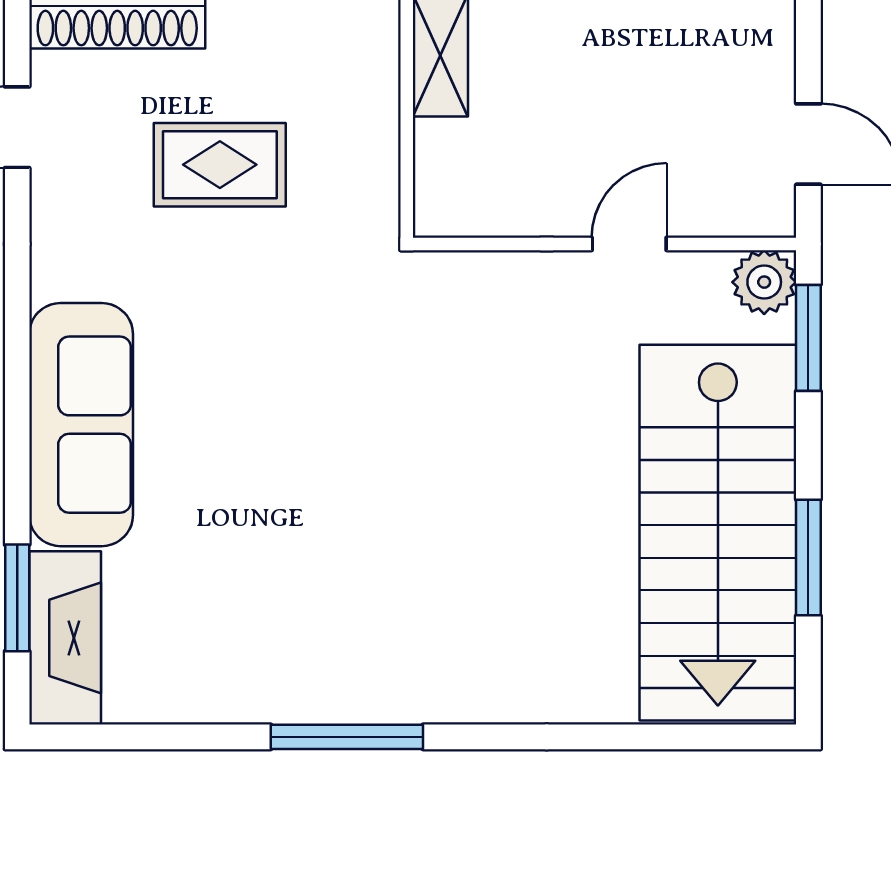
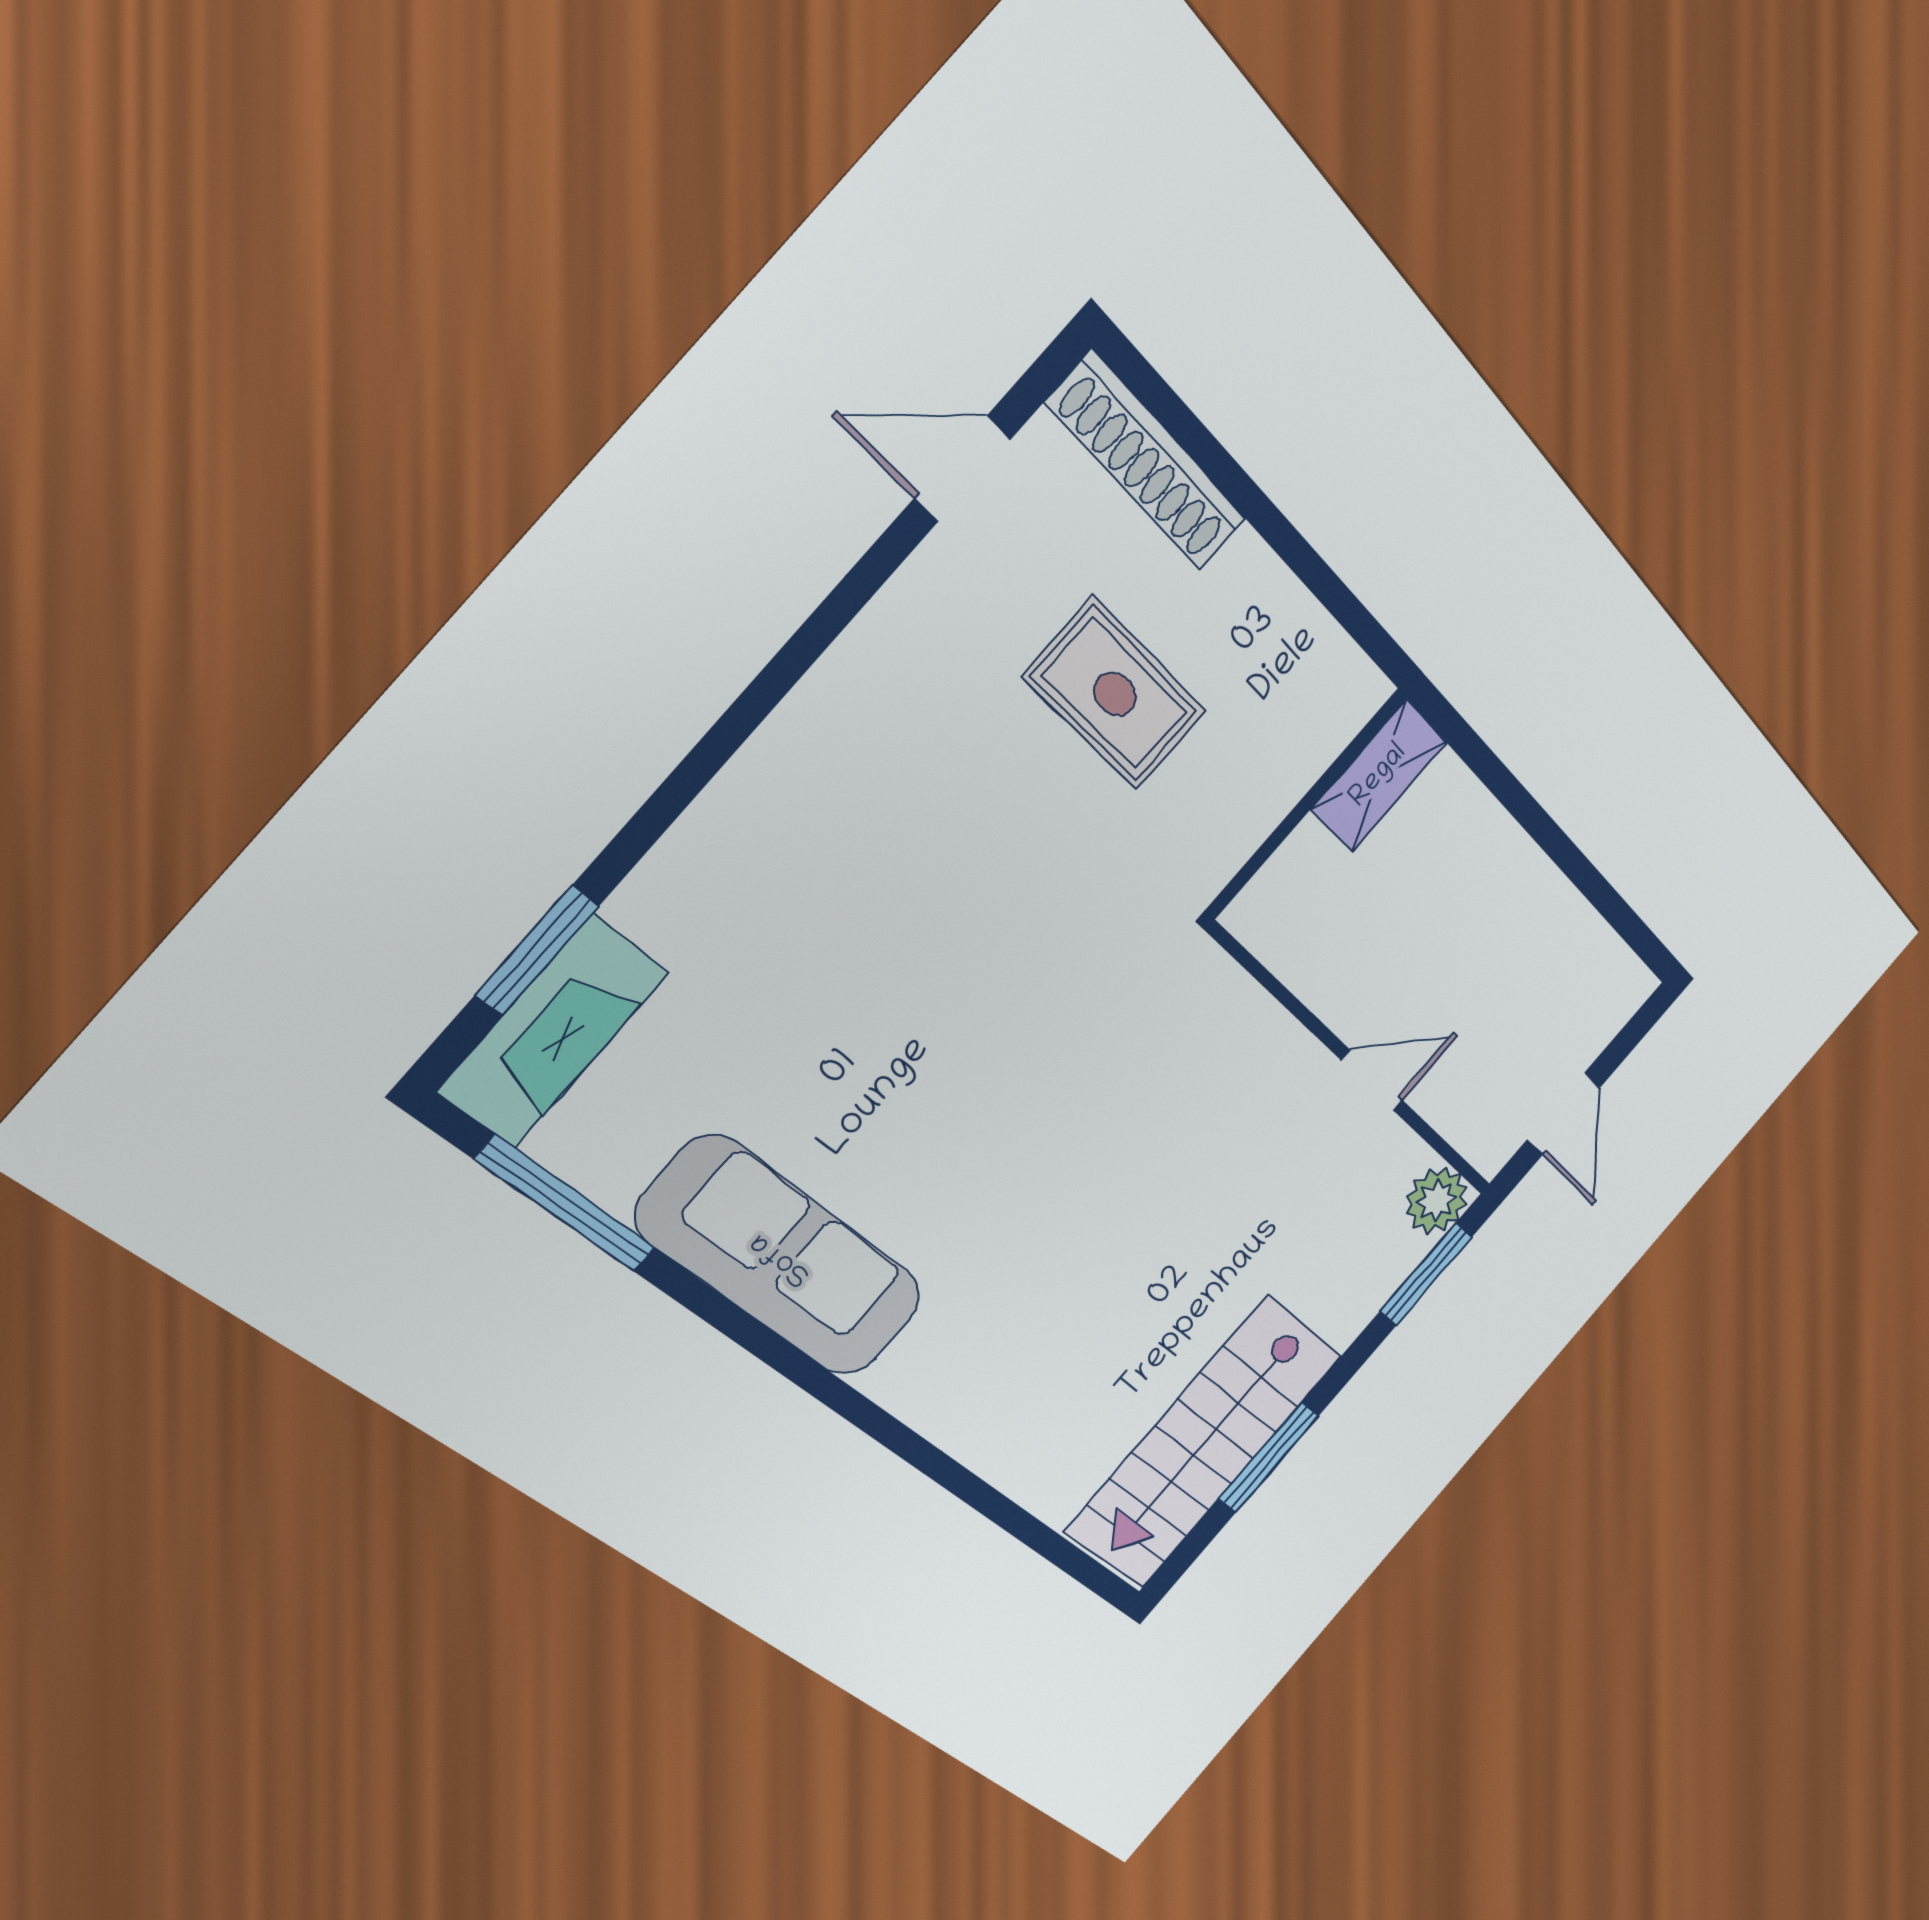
sofa: (81, 425) -> (781, 1258), moved, turned -90
stairs: (718, 533) -> (1204, 1443), width x0.73, depth x0.66
window: (347, 737) -> (566, 1204), moved

